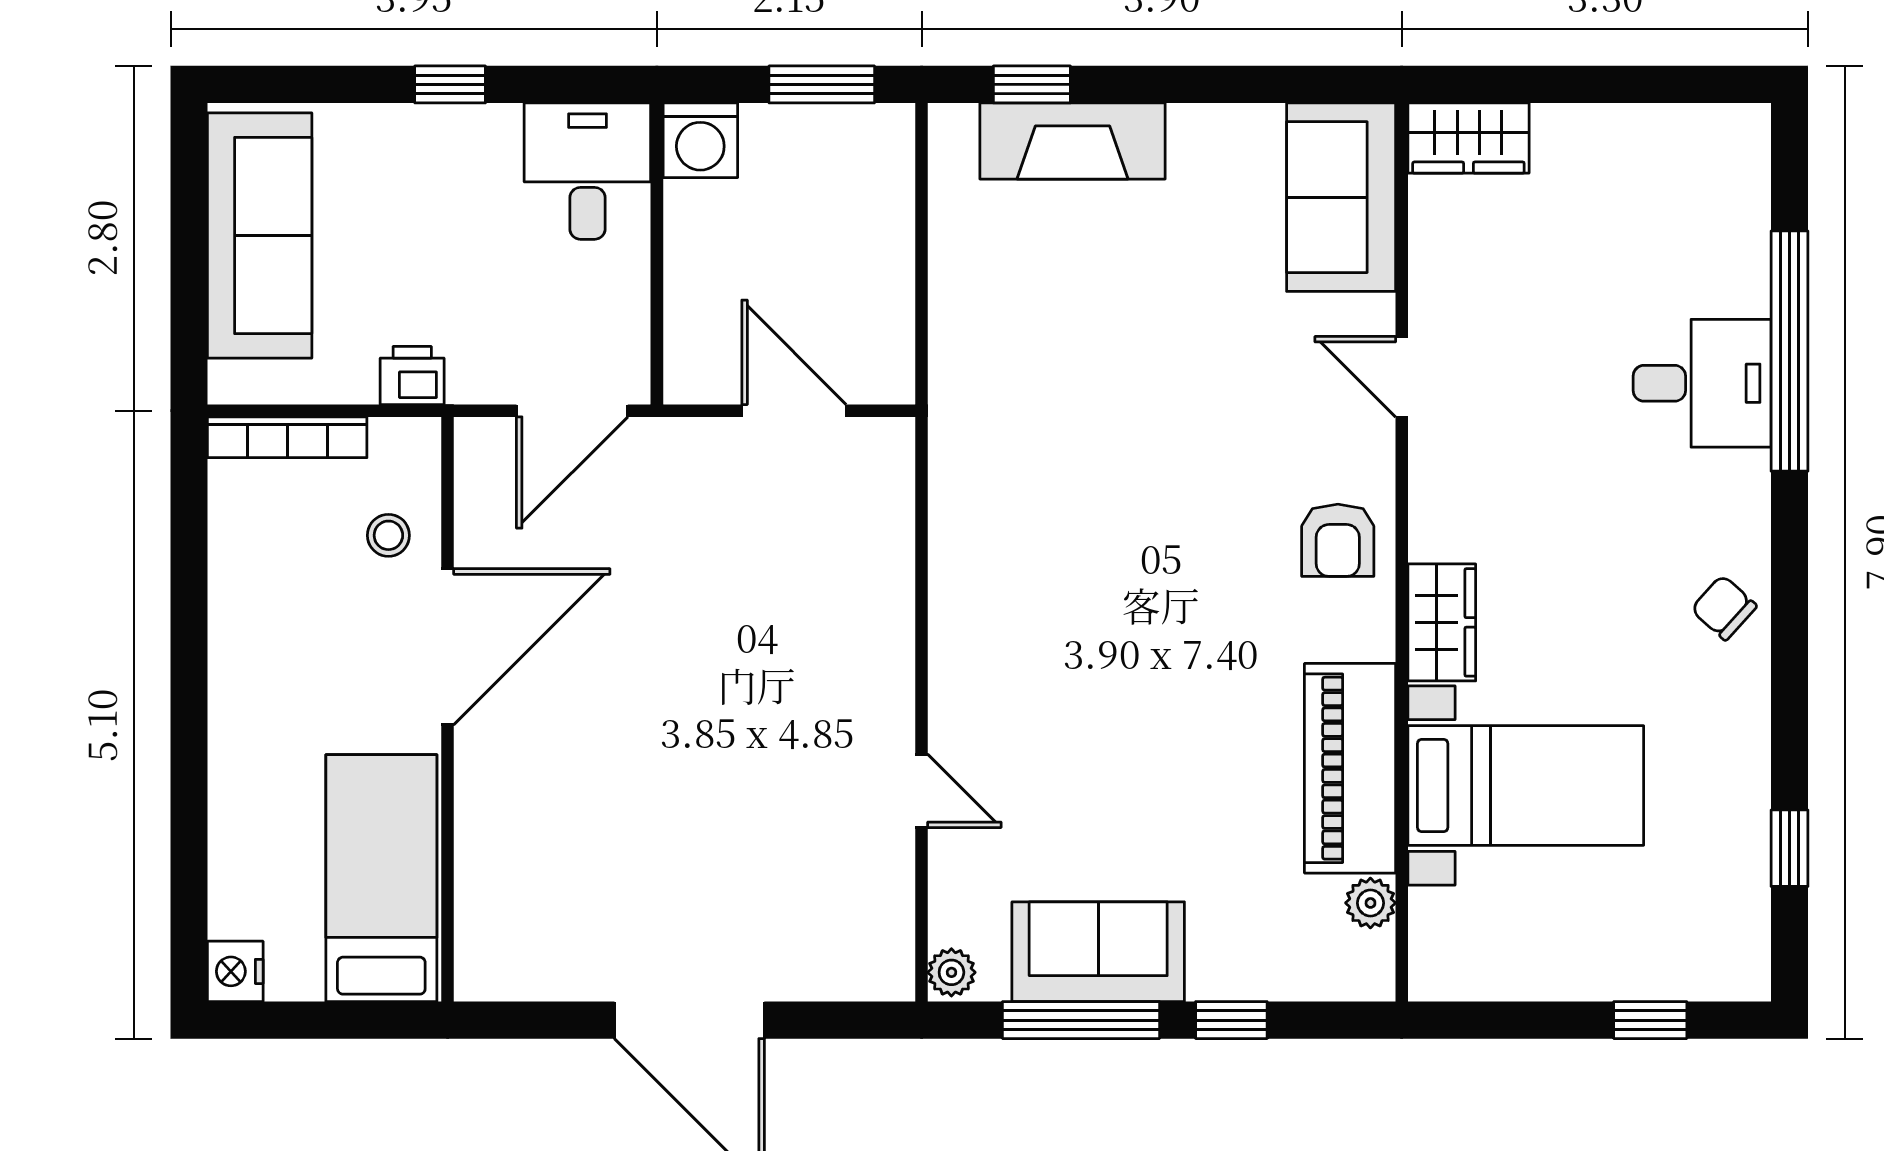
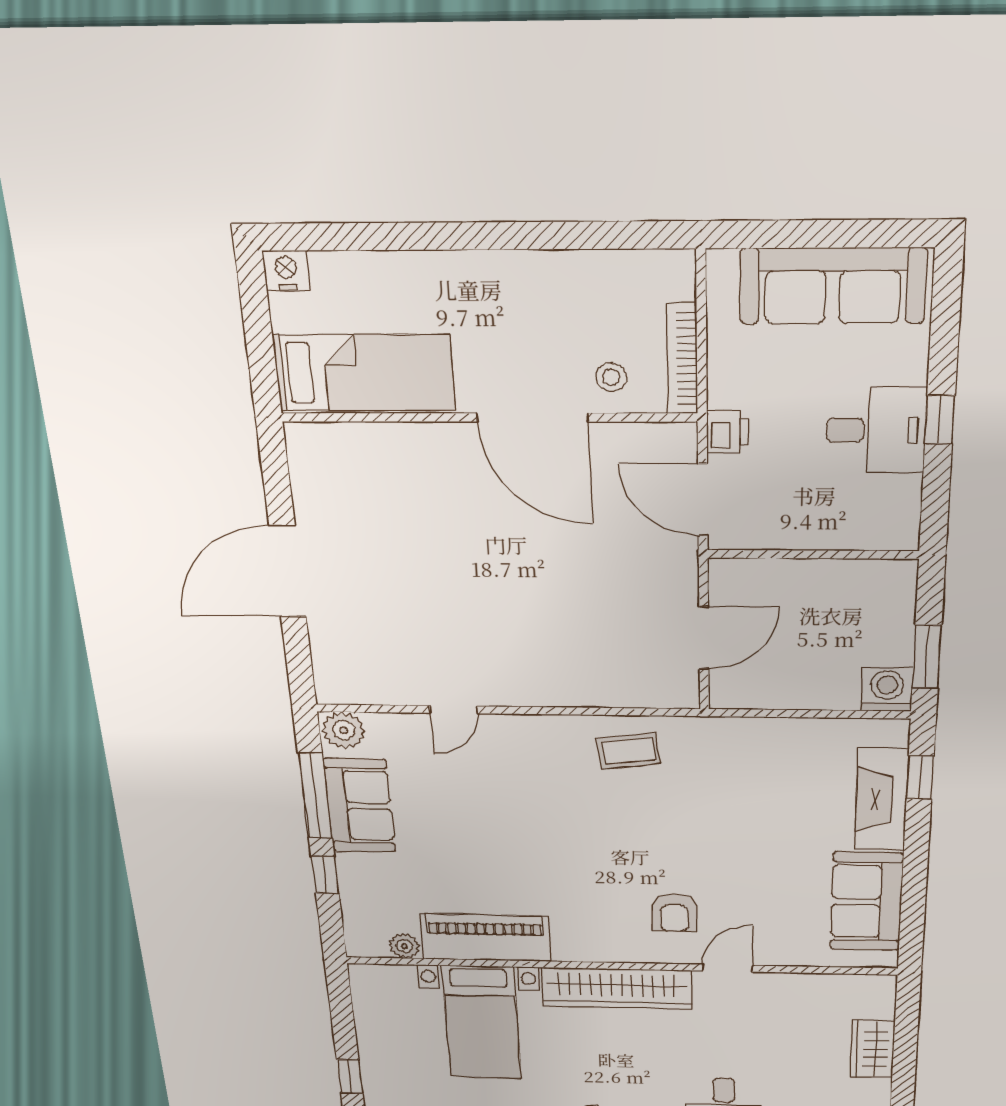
wardrobe: (1468, 138) -> (872, 1049), moved
washing machine: (700, 140) -> (887, 689), moved, turned 90
desk: (587, 171) -> (876, 430), moved
sofa: (1341, 197) -> (867, 902), moved, turned -90
printer: (412, 375) -> (728, 431), moved
bookcase: (287, 437) -> (682, 359), moved
coffee table: (991, 527) -> (628, 751), added
armchair: (1338, 540) -> (674, 913), moved, turned -90
wardrobe: (1442, 622) -> (617, 988), width x2.10, depth x1.17
plant: (951, 972) -> (344, 730), width x1.38, depth x1.38

